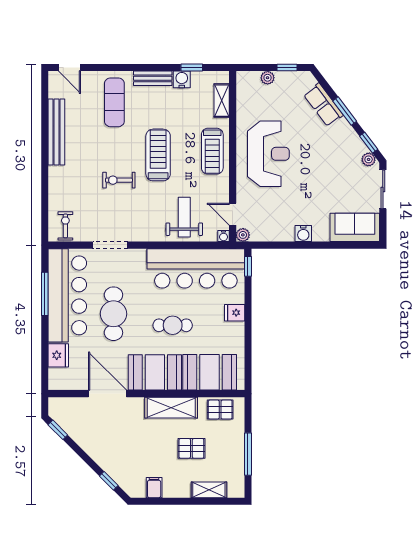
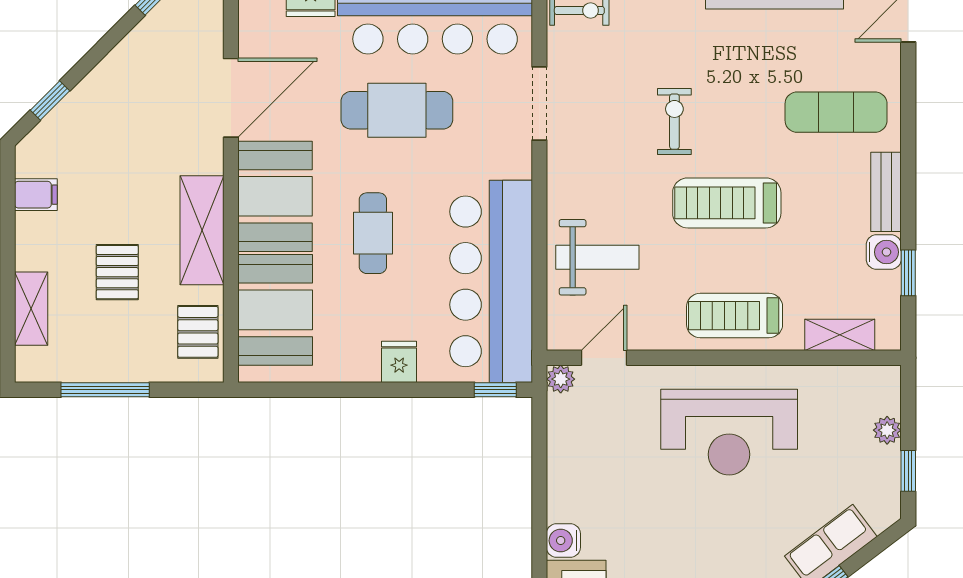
treadmill: (158, 155) -> (727, 203), turned 180
water cooler: (303, 234) -> (563, 541), moved
water cooler: (224, 236) -> (558, 339), removed

